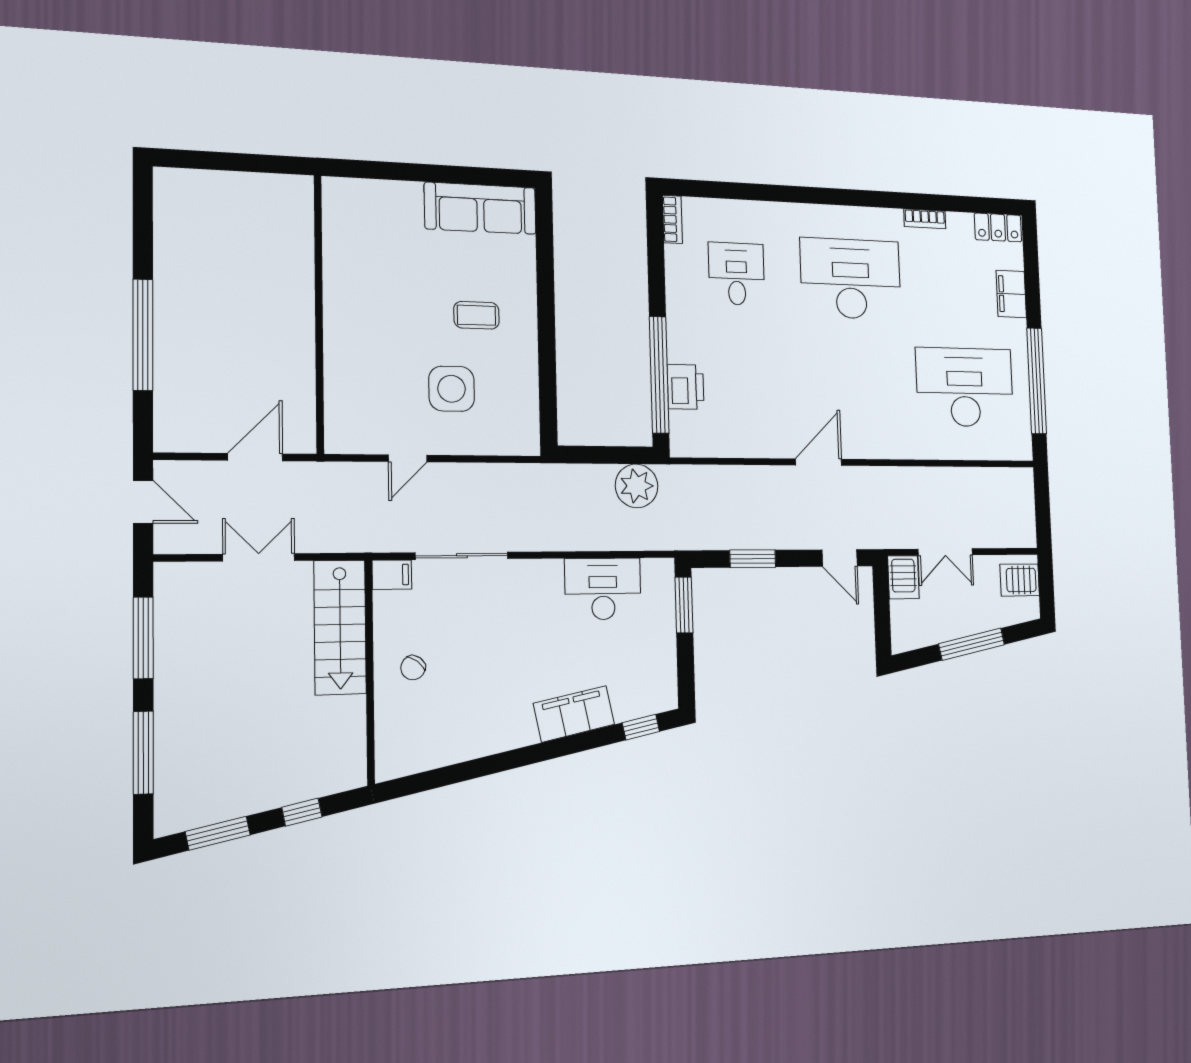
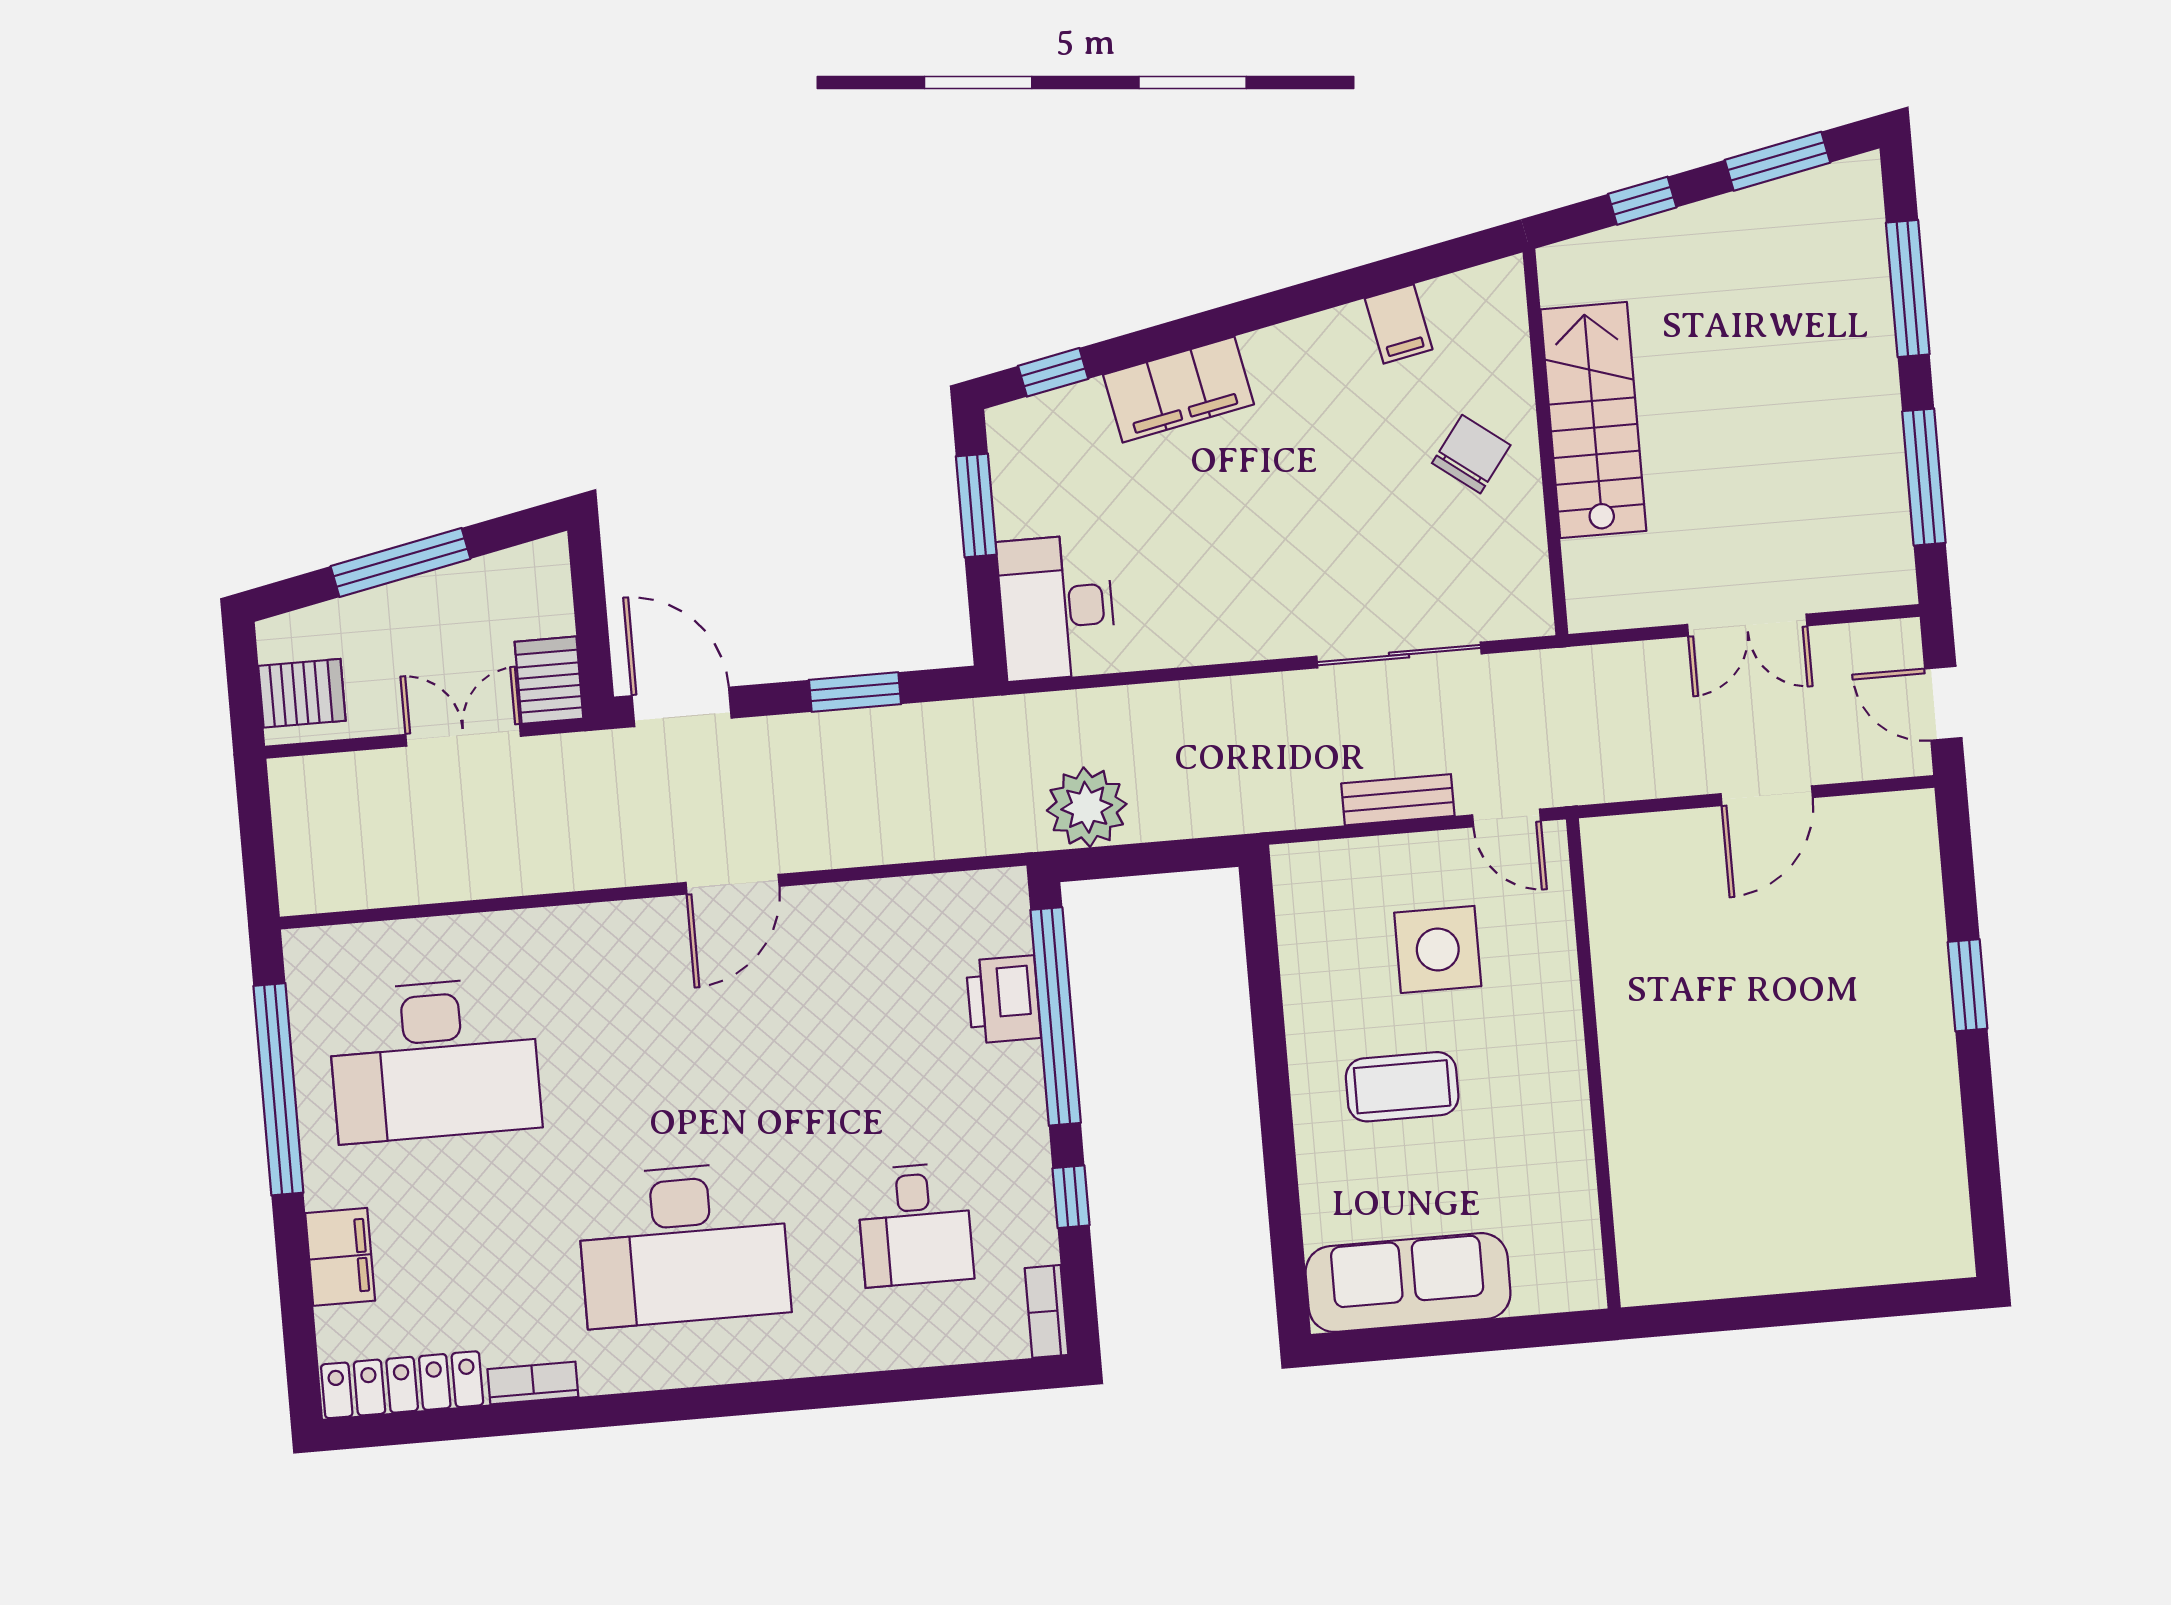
locker: (998, 227) -> (402, 1385), width x1.53
window: (656, 278) -> (1071, 1197), added
wall: (319, 314) -> (1593, 1063), moved
coffee table: (476, 315) -> (1402, 1087), width x1.36, depth x1.30
window: (143, 335) -> (1968, 985), width x0.47
door: (408, 458) -> (1507, 818), swing flipped
bench: (468, 474) -> (1398, 800), added
door: (840, 558) -> (682, 707), width x1.38
filing cabinet: (392, 575) -> (1399, 324), moved, turned -101
desk: (603, 589) -> (1057, 607), moved, turned 90
window: (684, 605) -> (976, 505), moved
stairs: (340, 627) -> (1593, 420), moved
chair: (413, 668) -> (1471, 454), width x1.37, depth x1.37

